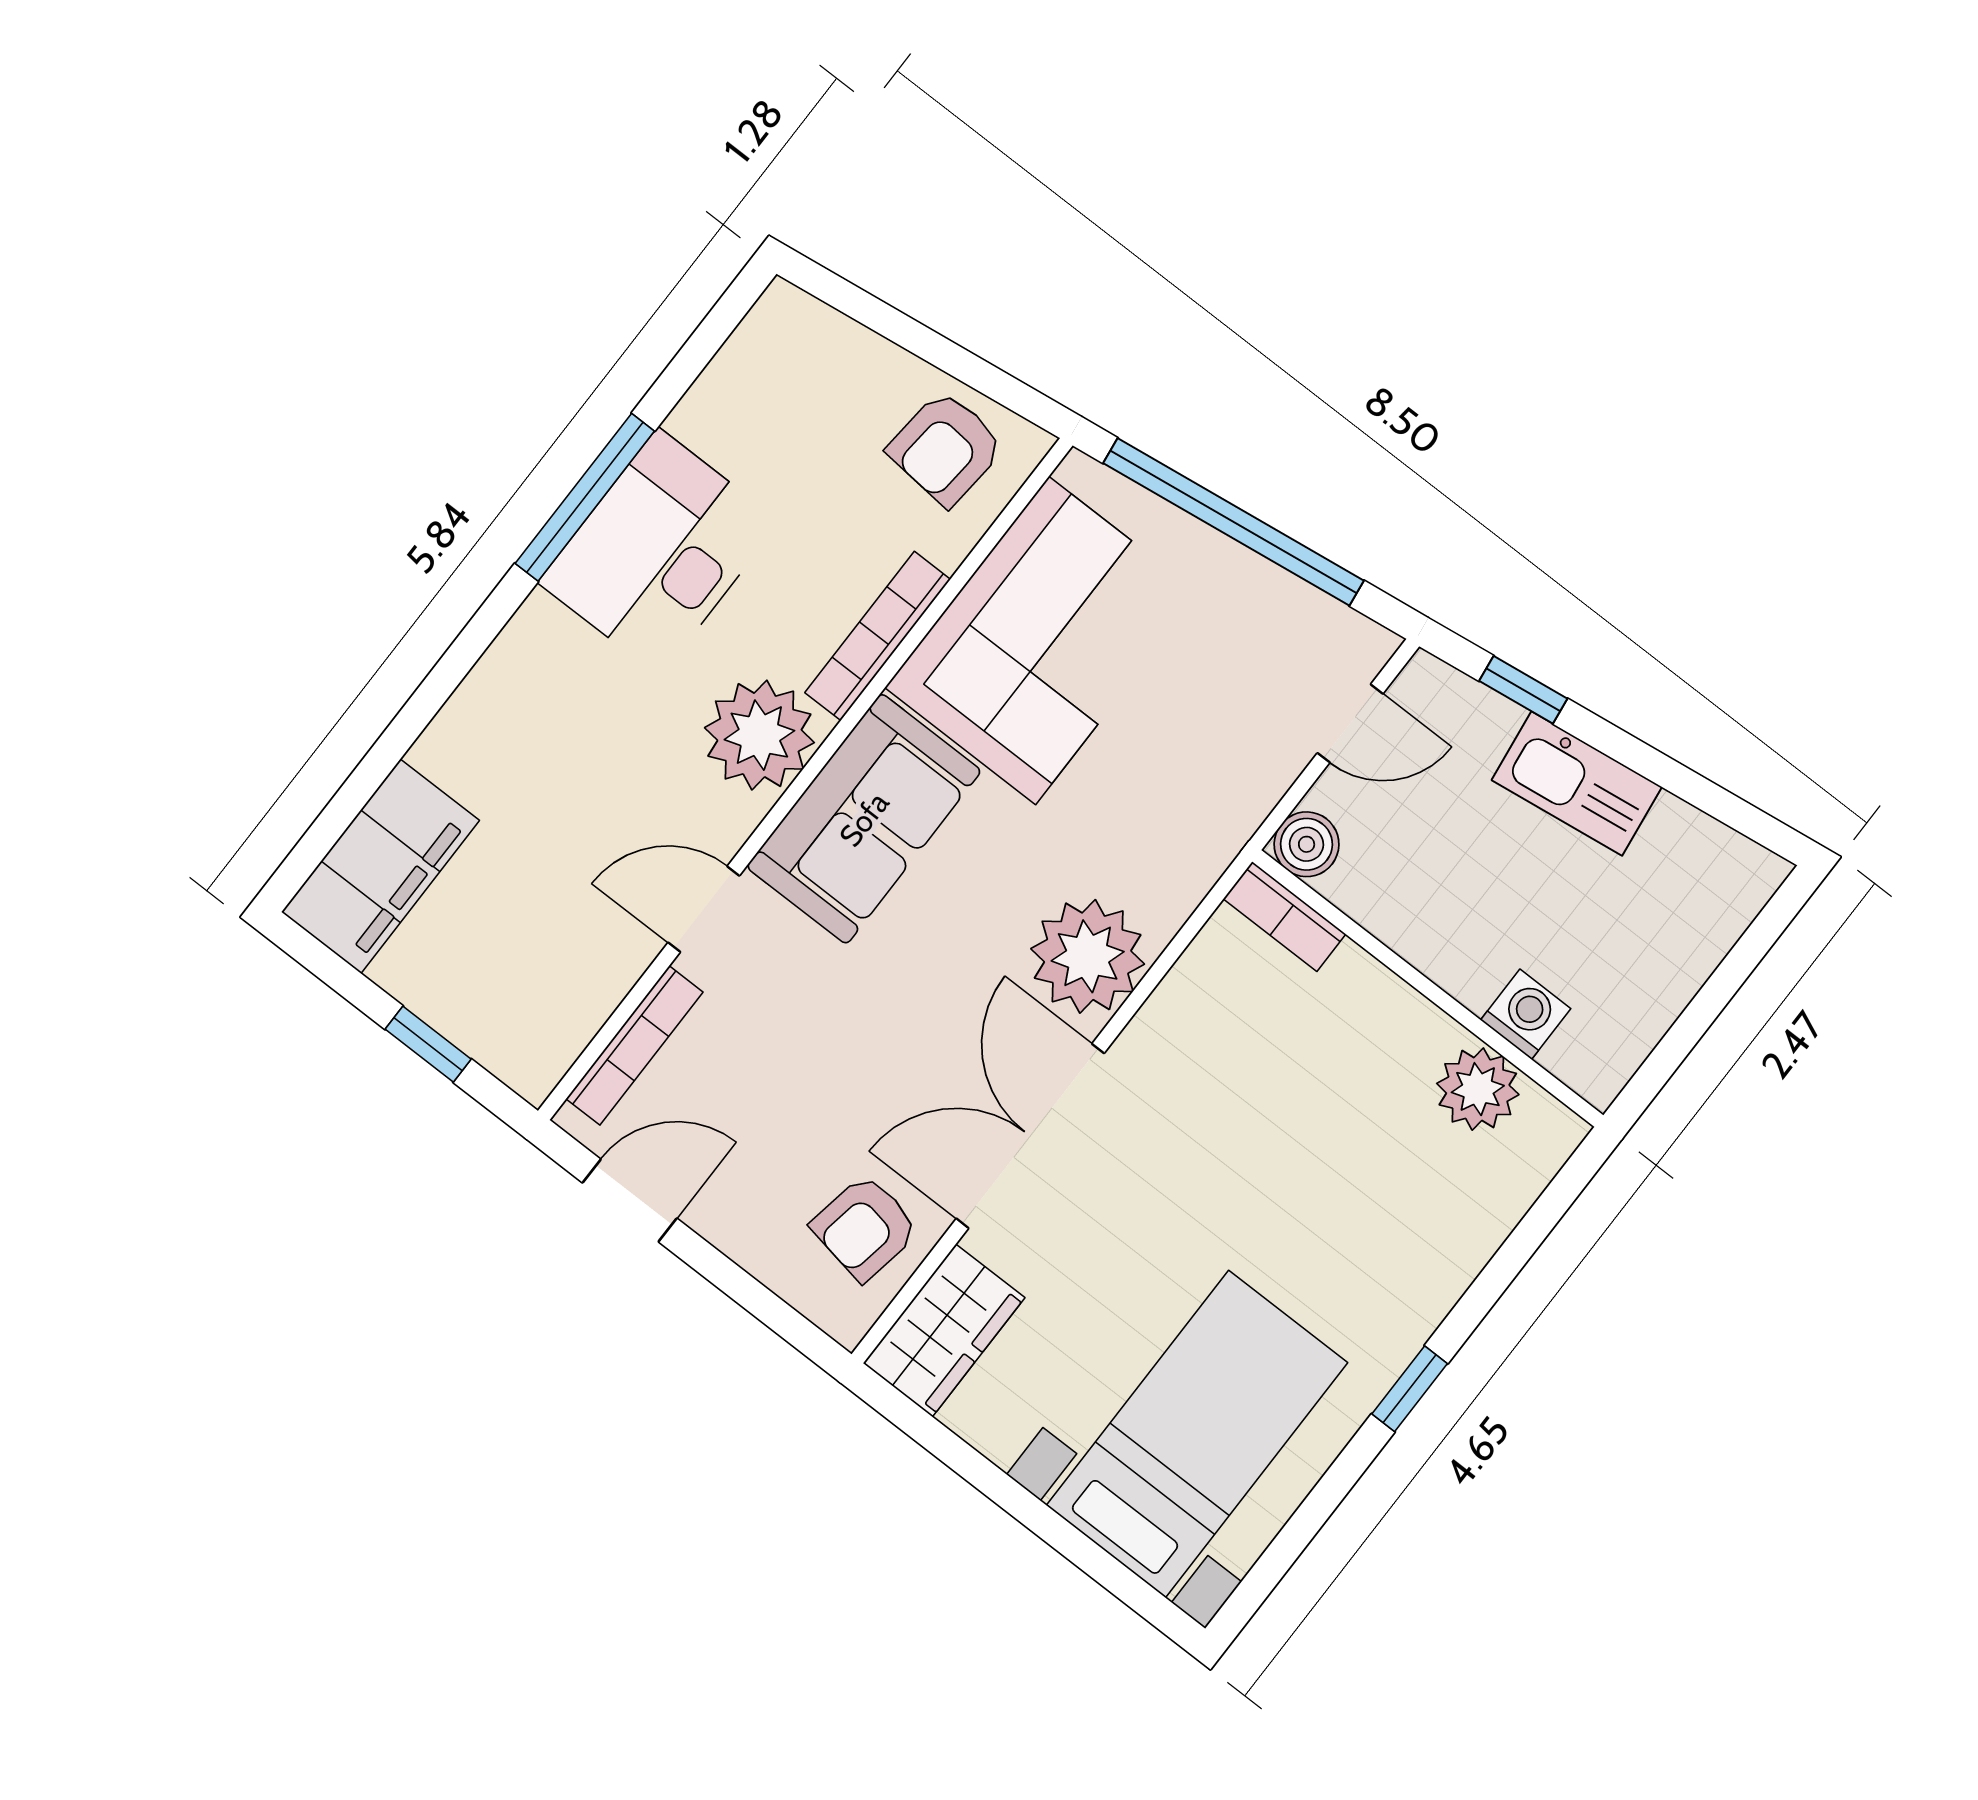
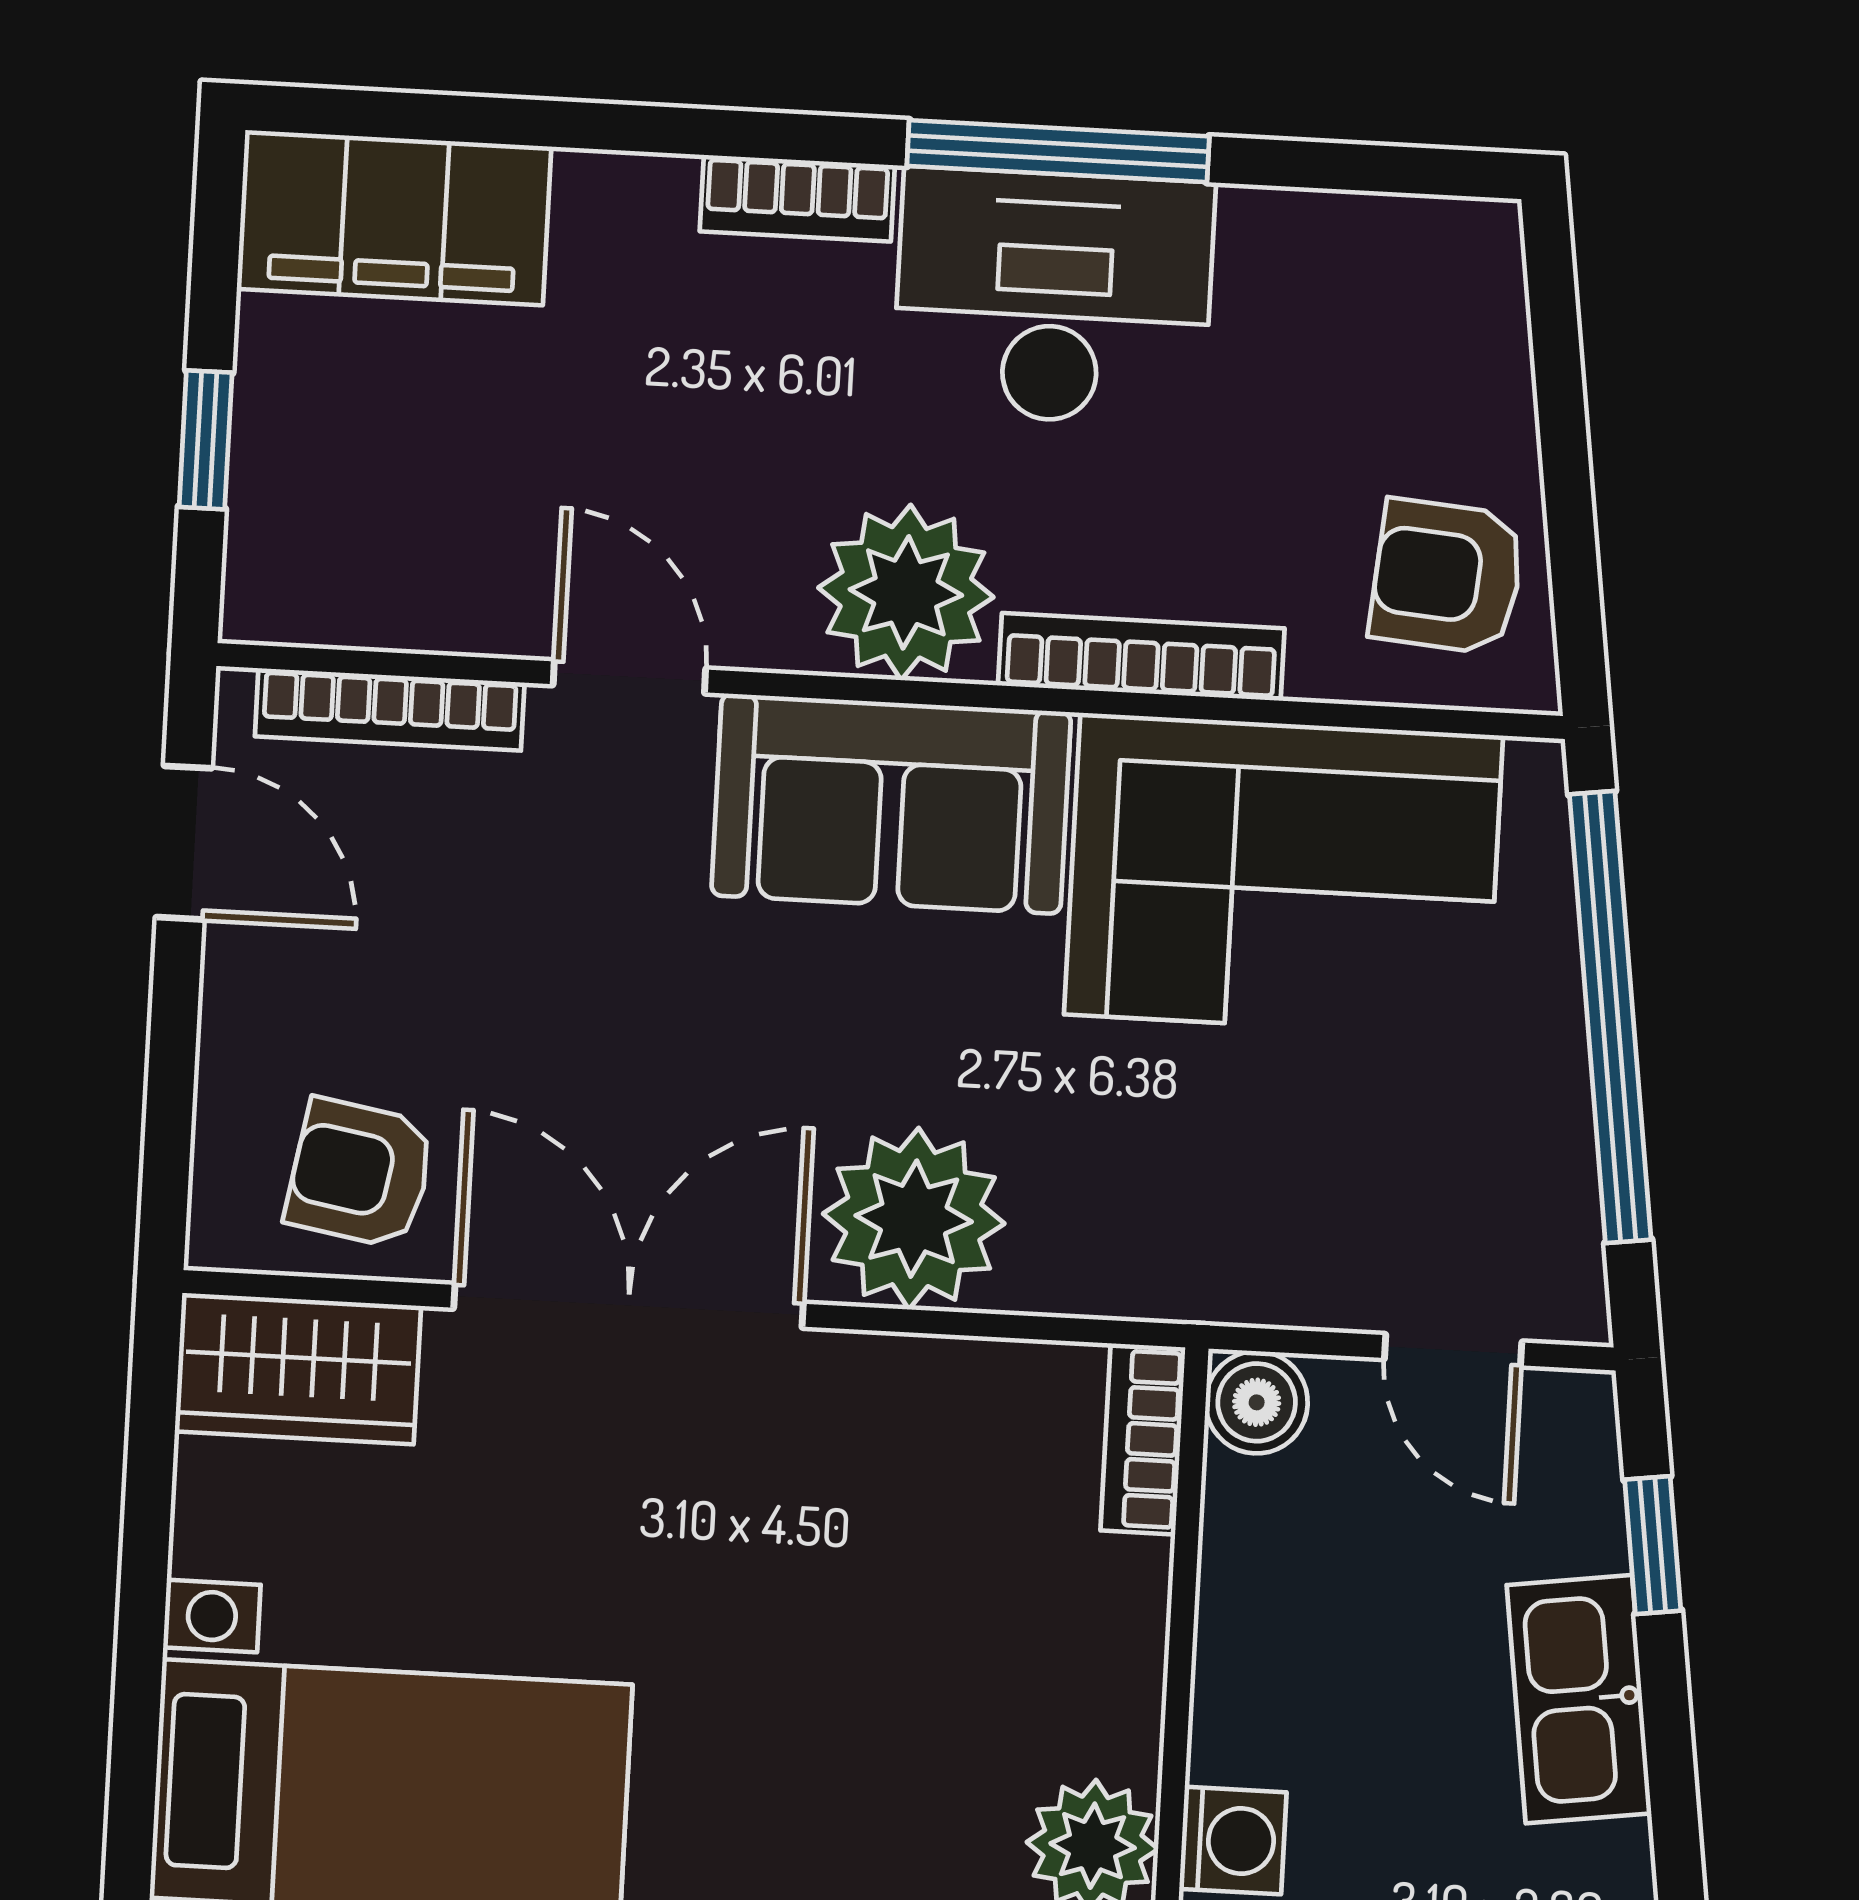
bookcase: (515, 650) -> (797, 198), added

